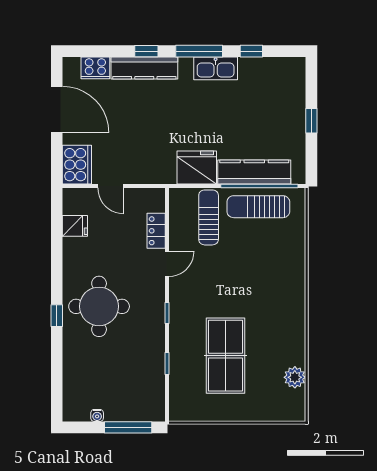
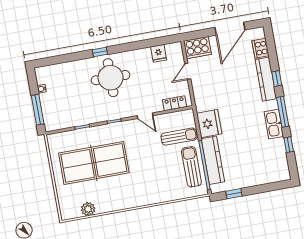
window: (311, 121) -> (234, 194), moved
locker: (156, 231) -> (175, 103), moved
table tennis table: (226, 356) -> (94, 163), width x1.36, depth x1.32

